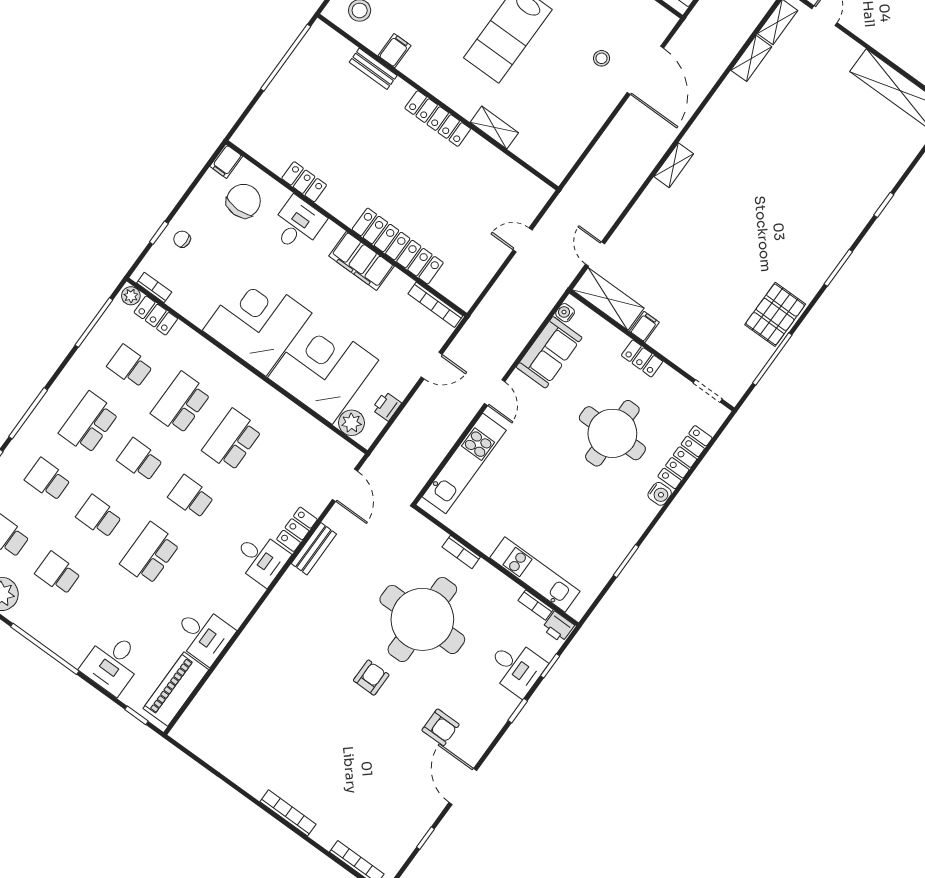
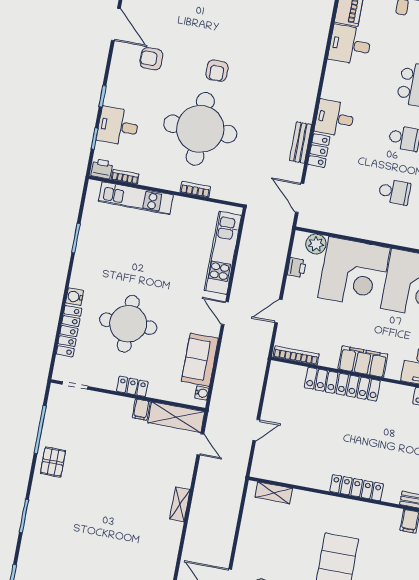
shelving: (494, 128) -> (274, 493), moved
shelving: (674, 165) -> (180, 504), moved
pallet: (775, 314) -> (53, 462), width x0.67, depth x0.71
school desk: (232, 440) -> (394, 192), width x0.54

